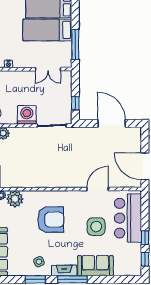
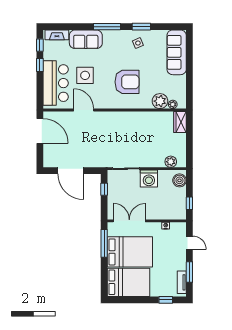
bed: (47, 30) -> (130, 252), width x1.50
double door: (48, 69) -> (129, 221), width x1.37
door: (98, 189) -> (84, 110), swing flipped
armchair: (51, 220) -> (127, 82), turned 180
fireplace: (64, 270) -> (57, 35), moved

